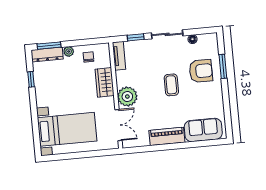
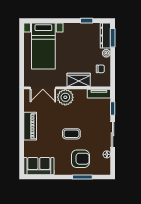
armchair: (201, 71) -> (80, 159), turned -90
sofa: (203, 130) -> (39, 166), moved, turned -90

